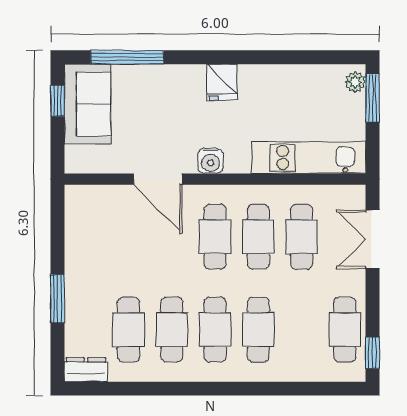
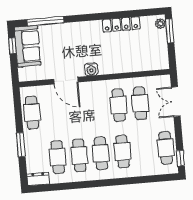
locker: (277, 77) -> (121, 24), added
fridge: (222, 82) -> (94, 29), removed
kitchen unit: (309, 158) -> (140, 63), removed
cafe table: (215, 237) -> (32, 113), moved

